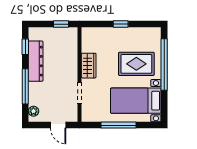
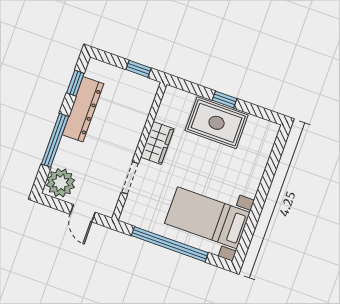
rug: (136, 64) -> (217, 123), moved
window: (164, 65) -> (267, 180), removed
plant: (33, 111) -> (61, 183), width x1.87, depth x1.87
window: (119, 125) -> (170, 244), width x1.46

